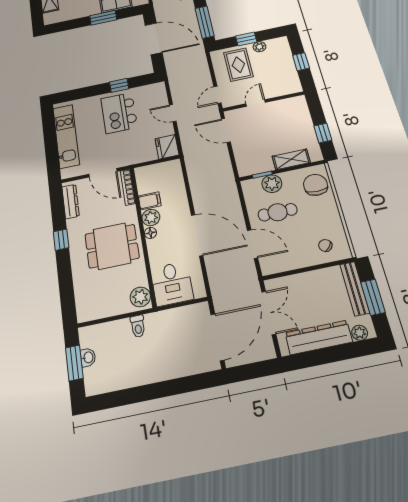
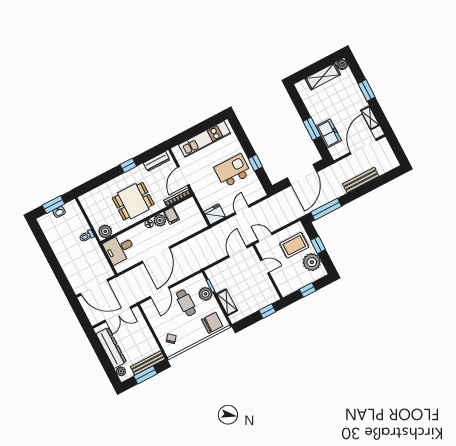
plant: (259, 47) -> (312, 262), width x1.88, depth x1.88
window: (323, 133) -> (267, 311), moved
dining table: (112, 246) -> (133, 201), turned 90

